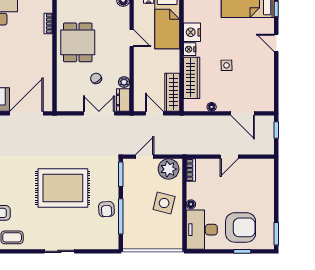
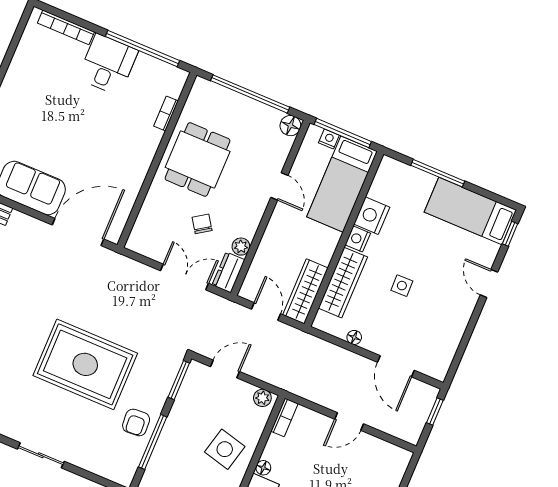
plant: (169, 169) -> (262, 398), width x0.53, depth x0.53

